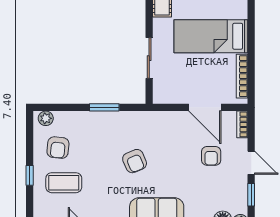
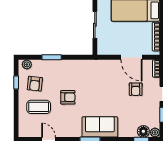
window: (104, 107) -> (52, 57), moved
armchair: (135, 161) -> (68, 97), moved, turned -67
window: (30, 175) -> (16, 82), moved

